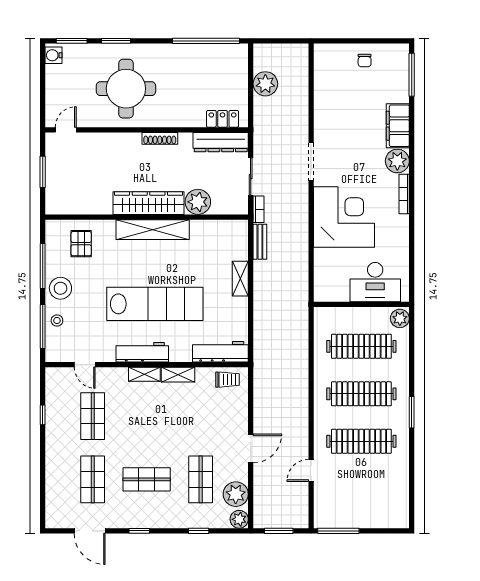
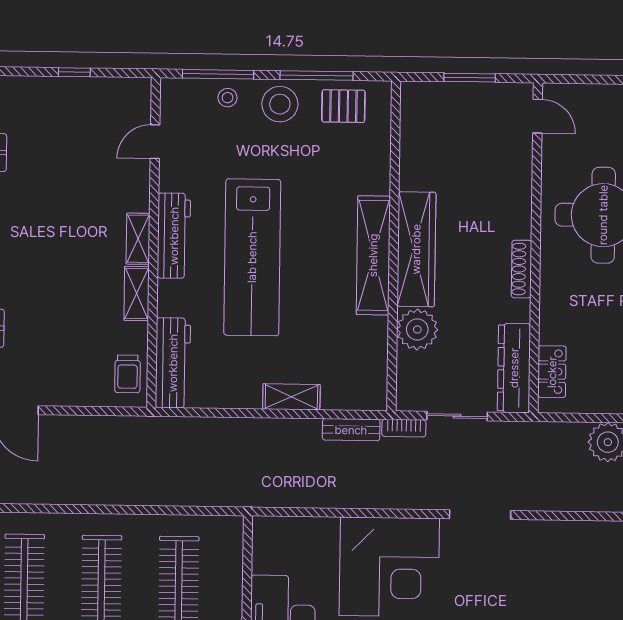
pallet: (81, 244) -> (343, 106), moved
shop shelf: (93, 416) -> (71, 154), removed

